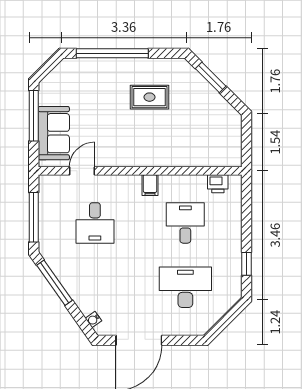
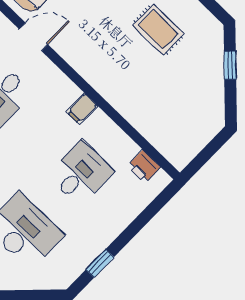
window: (211, 77) -> (230, 65), width x0.67

